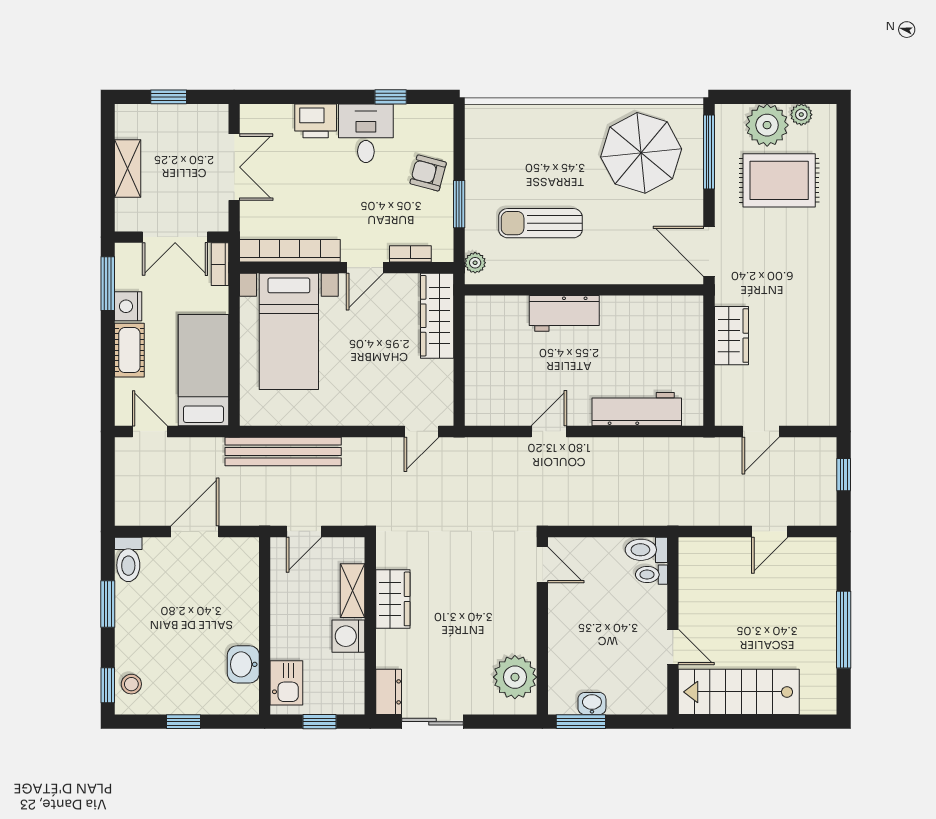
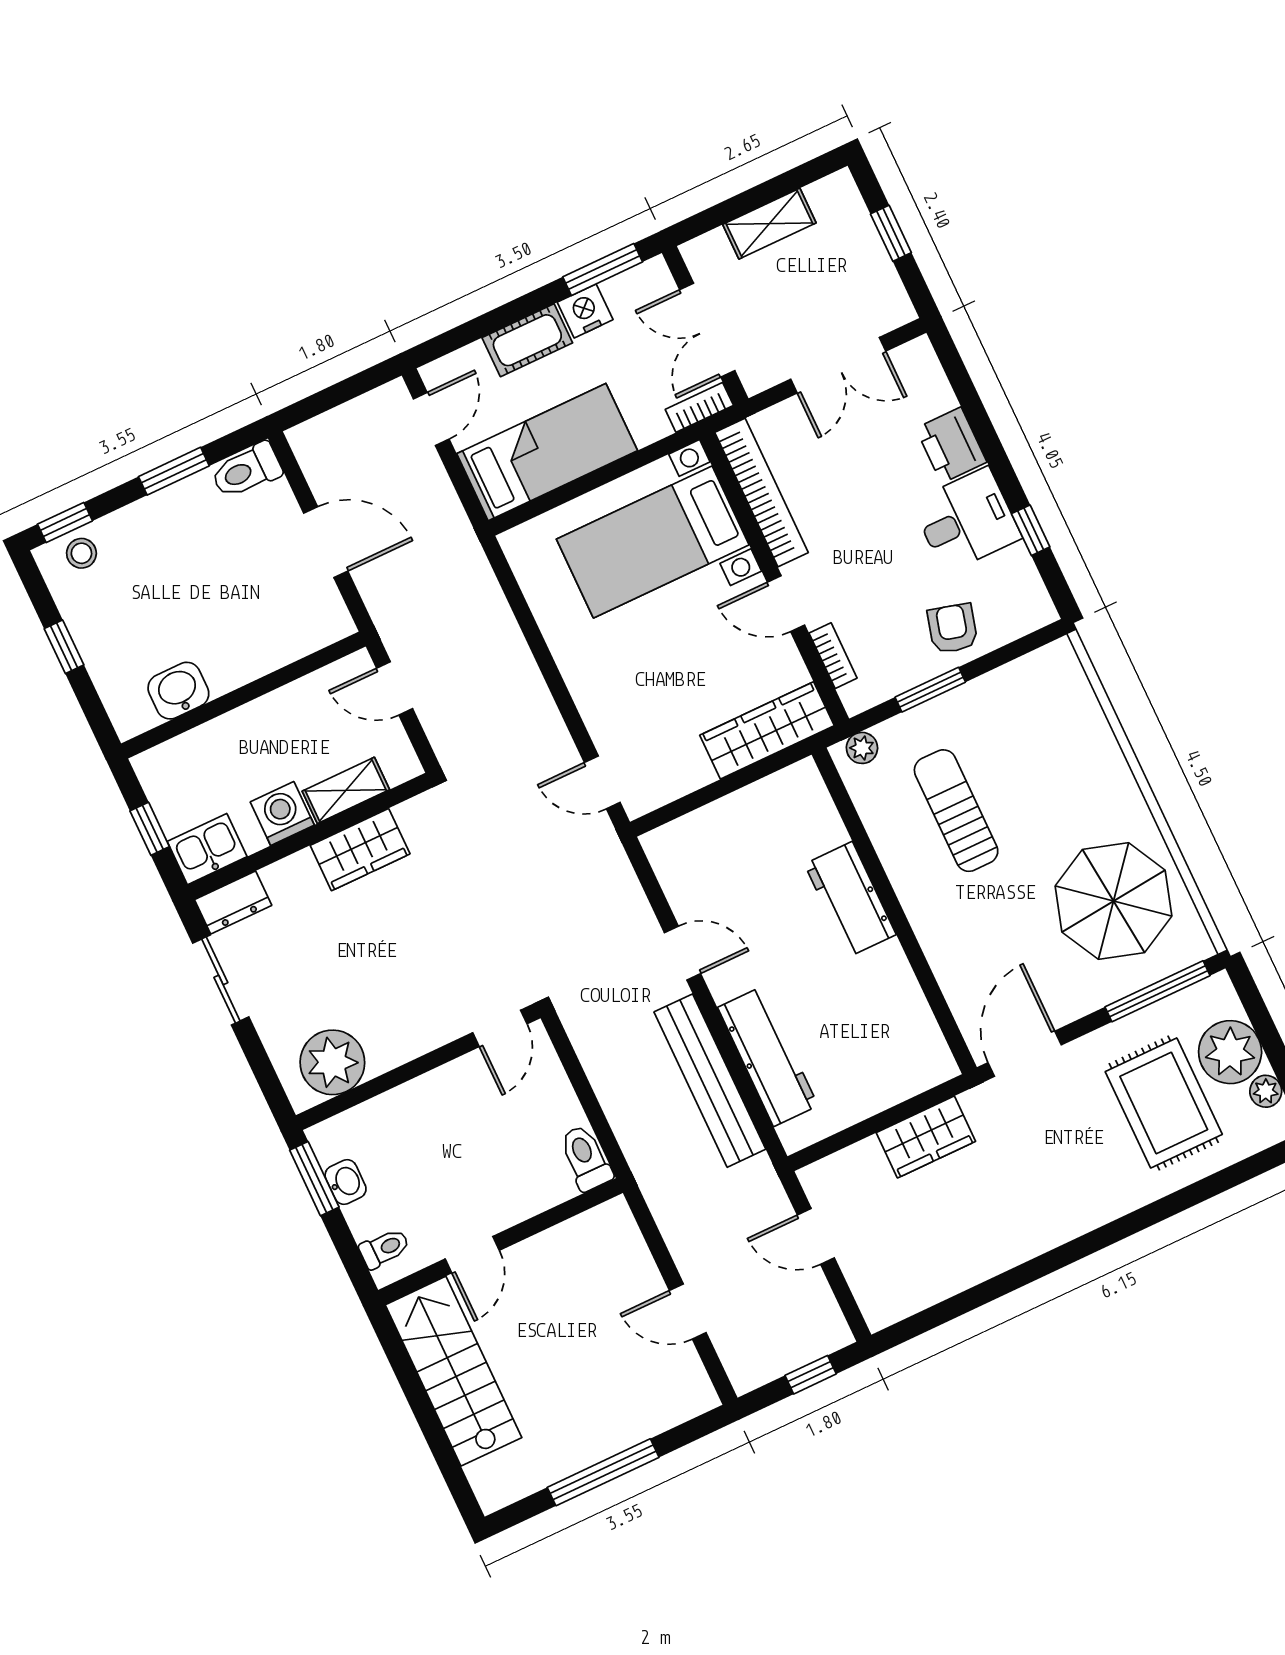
bench: (283, 451) -> (710, 1081), moved
toilet: (651, 575) -> (384, 1248), moved, turned 90
kitchen sink: (286, 683) -> (207, 849), moved, turned 180

